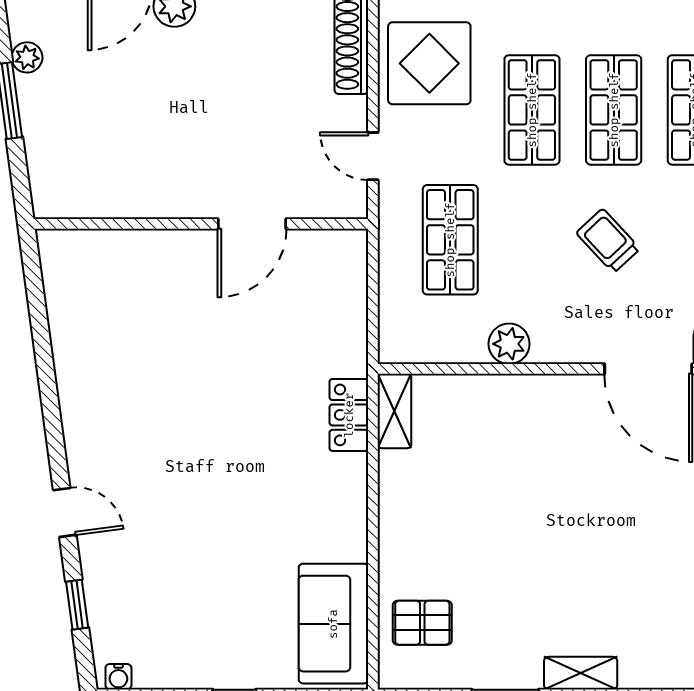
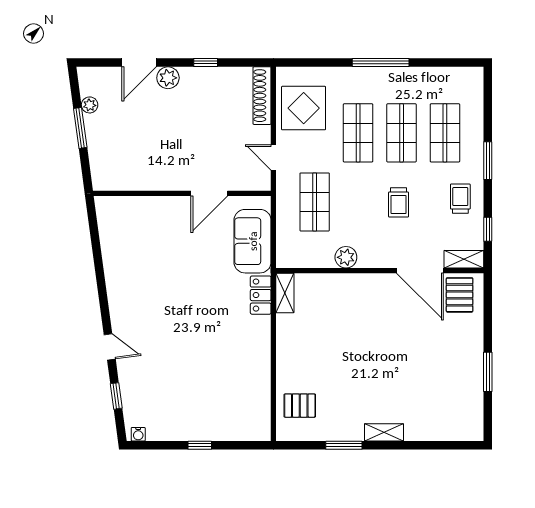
trolley: (608, 241) -> (399, 202), turned -137
sofa: (333, 624) -> (253, 241), moved

